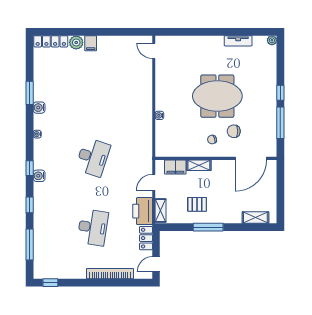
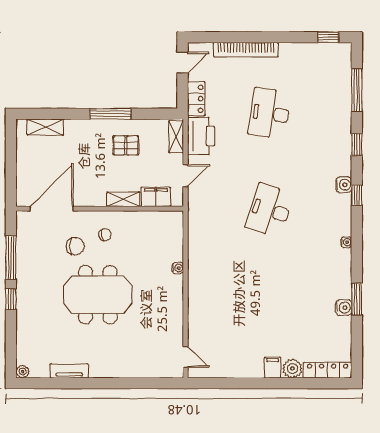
water cooler: (39, 108) -> (344, 308), moved

